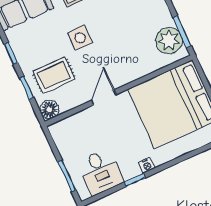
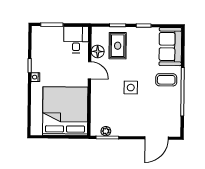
side table: (80, 38) -> (131, 88), moved
plant: (169, 40) -> (106, 131), width x0.53, depth x0.53
floor lamp: (49, 109) -> (98, 51), moved
desk: (100, 172) -> (76, 40), moved, turned 90

